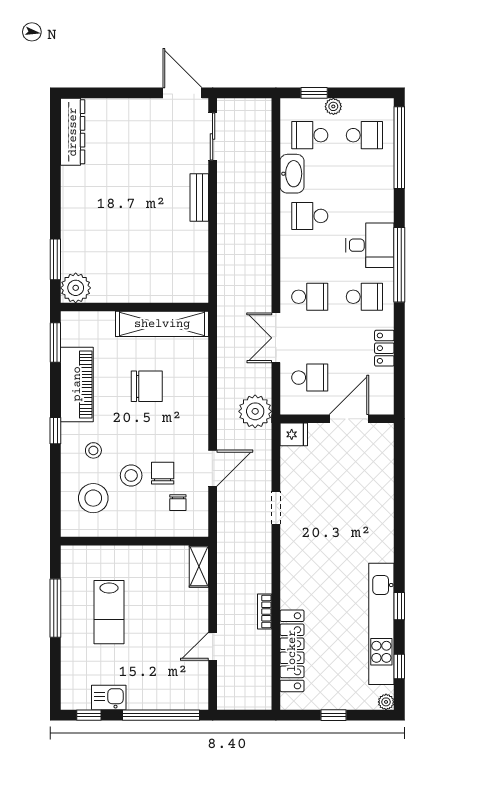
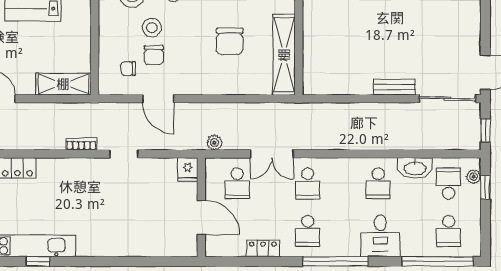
window: (249, 93) -> (485, 130), added
plant: (333, 106) -> (474, 177), moved
sliding door: (213, 136) -> (447, 99), width x1.37
school desk: (310, 216) -> (378, 183), turned 180
desk: (370, 245) -> (380, 236), moved
double door: (276, 338) -> (272, 154), swing flipped
plant: (255, 411) -> (214, 143), width x0.53, depth x0.53
chair: (163, 473) -> (154, 55), turned 90
shelving: (199, 566) -> (63, 84), width x1.50, depth x1.33
bookcase: (265, 612) -> (81, 144), moved

